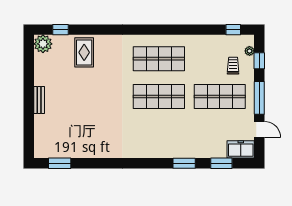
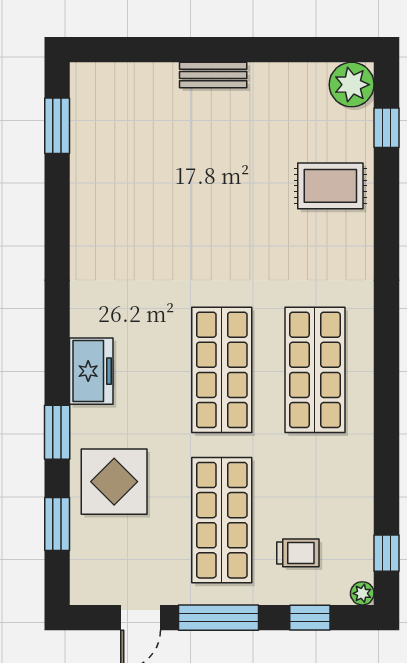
plant: (249, 51) -> (362, 593), moved
display table: (204, 140) -> (114, 482), added
freezer: (241, 149) -> (91, 371), moved

